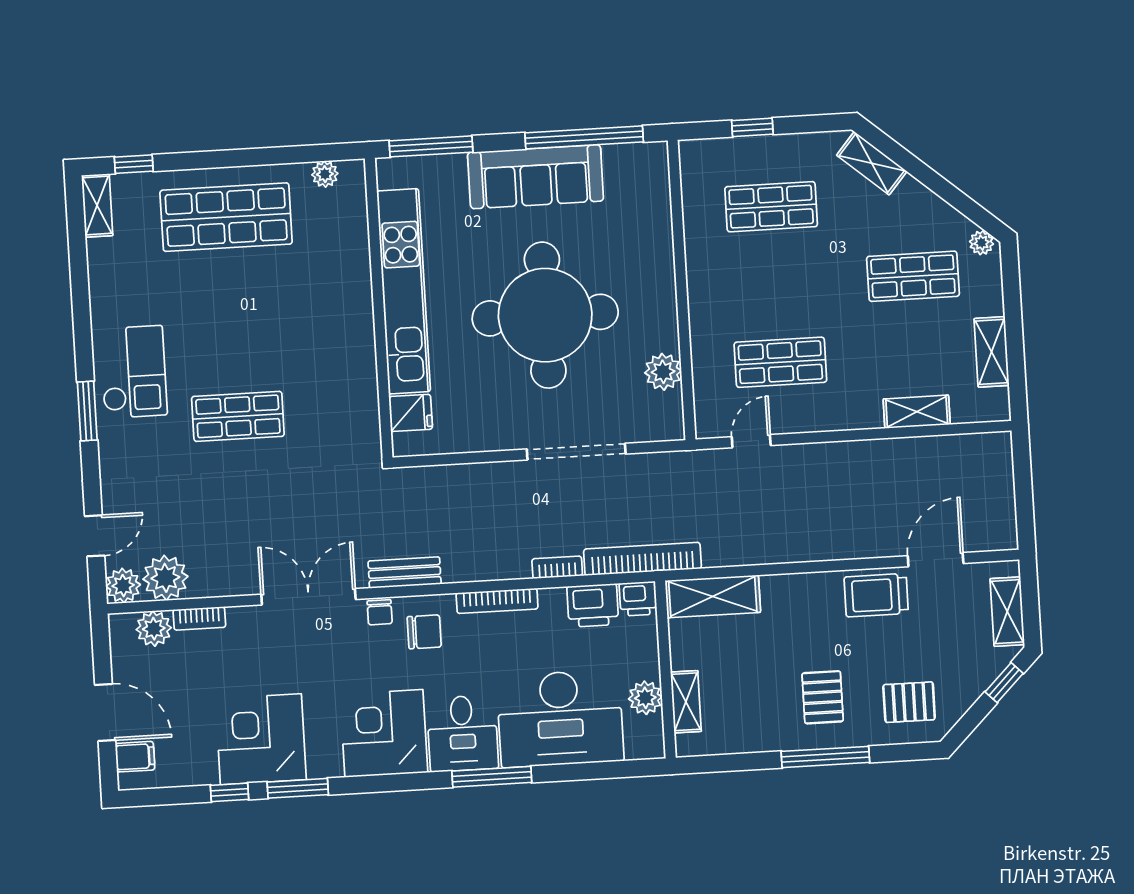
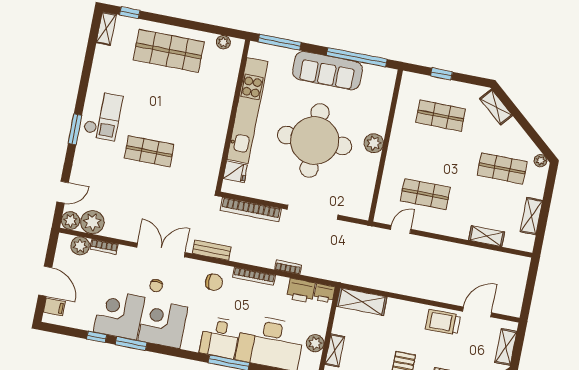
plant: (663, 372) -> (374, 143), moved
bookcase: (642, 559) -> (251, 210), moved, turned 180
chair: (380, 612) -> (156, 286), moved
corner desk: (384, 733) -> (163, 324), moved

